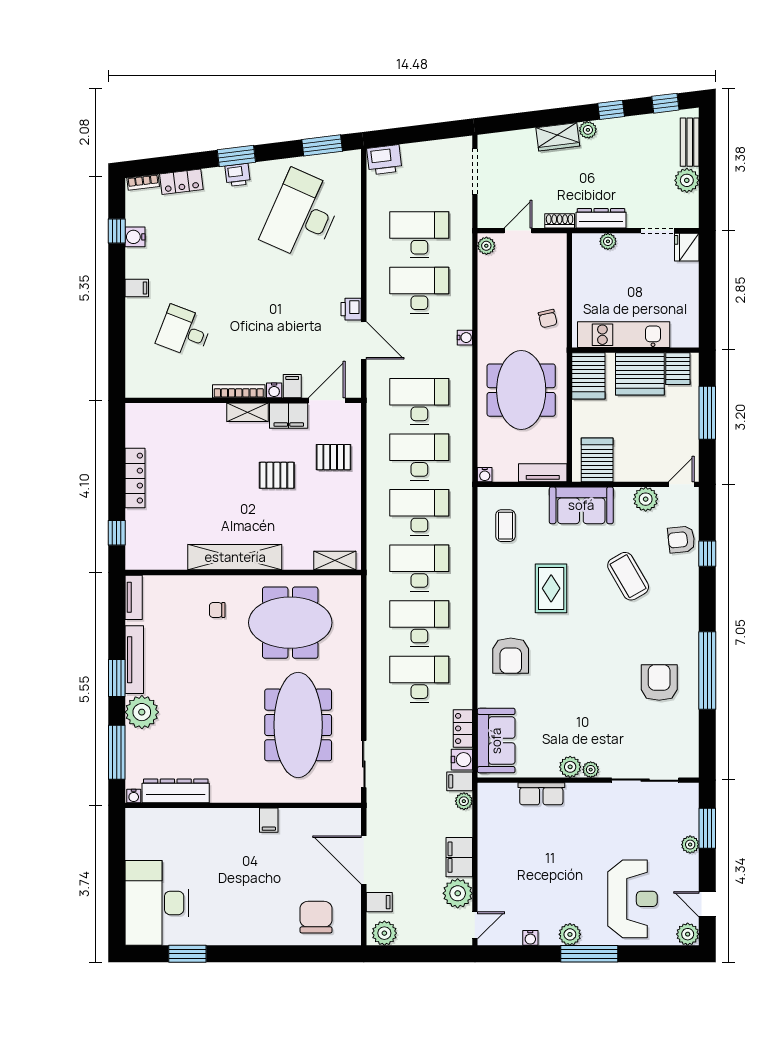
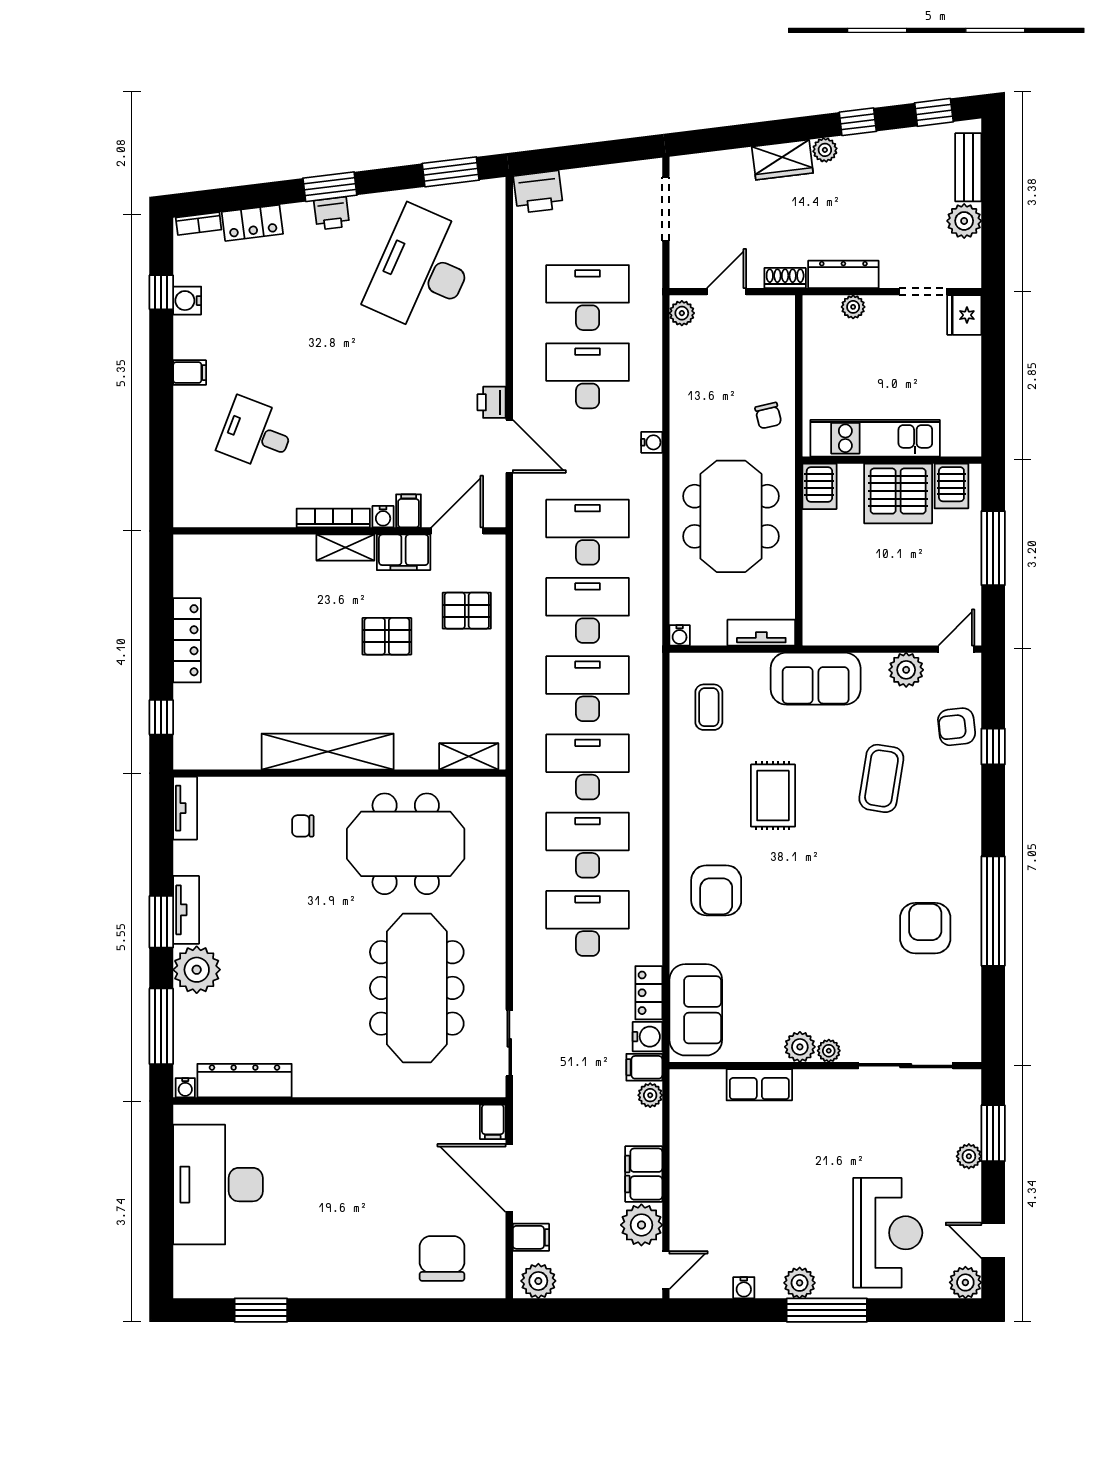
server rack: (588, 376) -> (819, 486), width x0.73, depth x0.70
server rack: (597, 460) -> (838, 615), removed
coffee table: (628, 576) -> (881, 778), turned 39
tv unit: (134, 660) -> (186, 910), width x0.71
filing cabinet: (269, 820) -> (493, 1122), moved
desk: (157, 903) -> (218, 1185), moved

